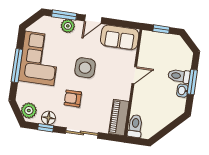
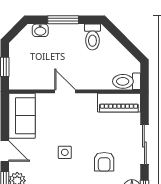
side table: (85, 68) -> (65, 152), width x0.54, depth x0.54
toilet: (179, 76) -> (92, 37), moved
washbasin: (182, 91) -> (40, 30), moved

